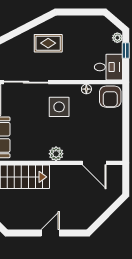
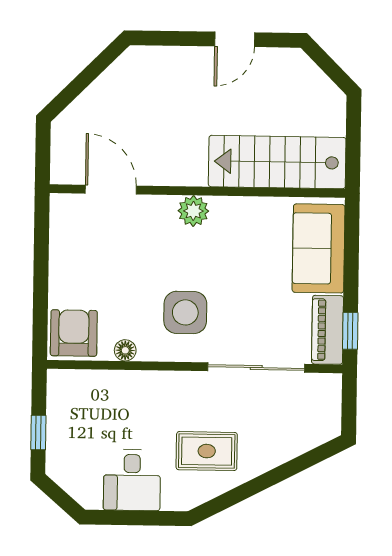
plant: (117, 38) -> (56, 461), removed
desk: (108, 67) -> (132, 480), moved, turned -90
door: (50, 233) -> (235, 39), moved

